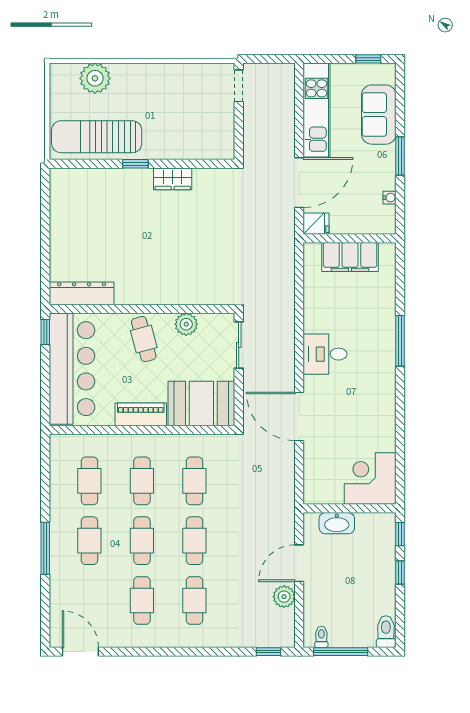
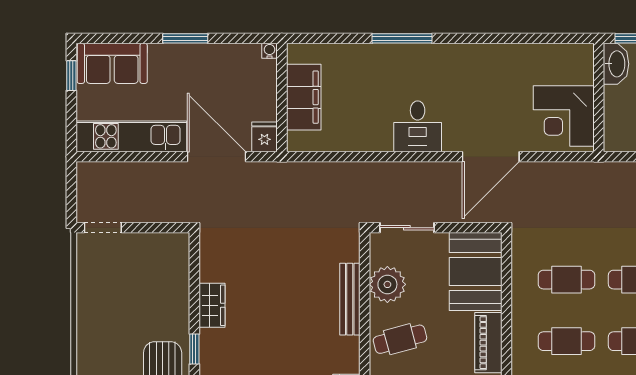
sofa: (379, 115) -> (112, 63), moved
water cooler: (389, 198) -> (270, 51), moved
bench: (178, 296) -> (350, 299), added
plant: (186, 324) -> (387, 284), width x1.36, depth x1.36
corner desk: (370, 479) -> (564, 116), moved
washbasin: (337, 523) -> (616, 64), moved

